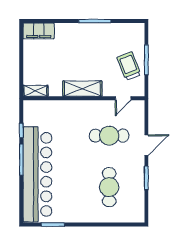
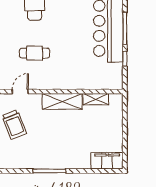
shelving: (36, 91) -> (96, 99), moved
cafe table: (109, 136) -> (35, 53), width x0.73, depth x0.74

